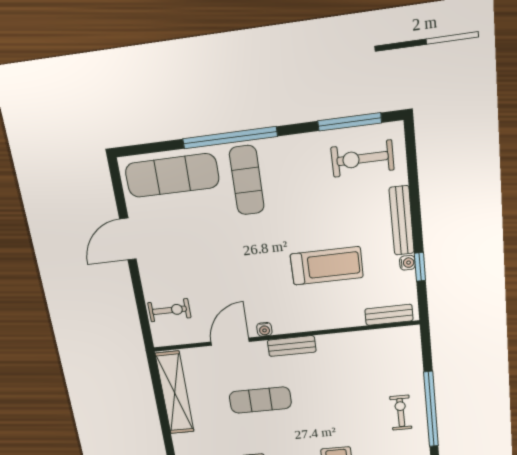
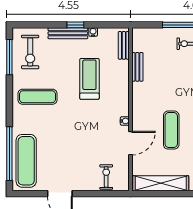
window: (230, 138) -> (9, 154), moved
exercise mat: (247, 180) -> (37, 97), moved
window: (420, 267) -> (75, 25), moved
door: (230, 342) -> (130, 143), swing flipped
bench: (292, 346) -> (137, 67), moved

